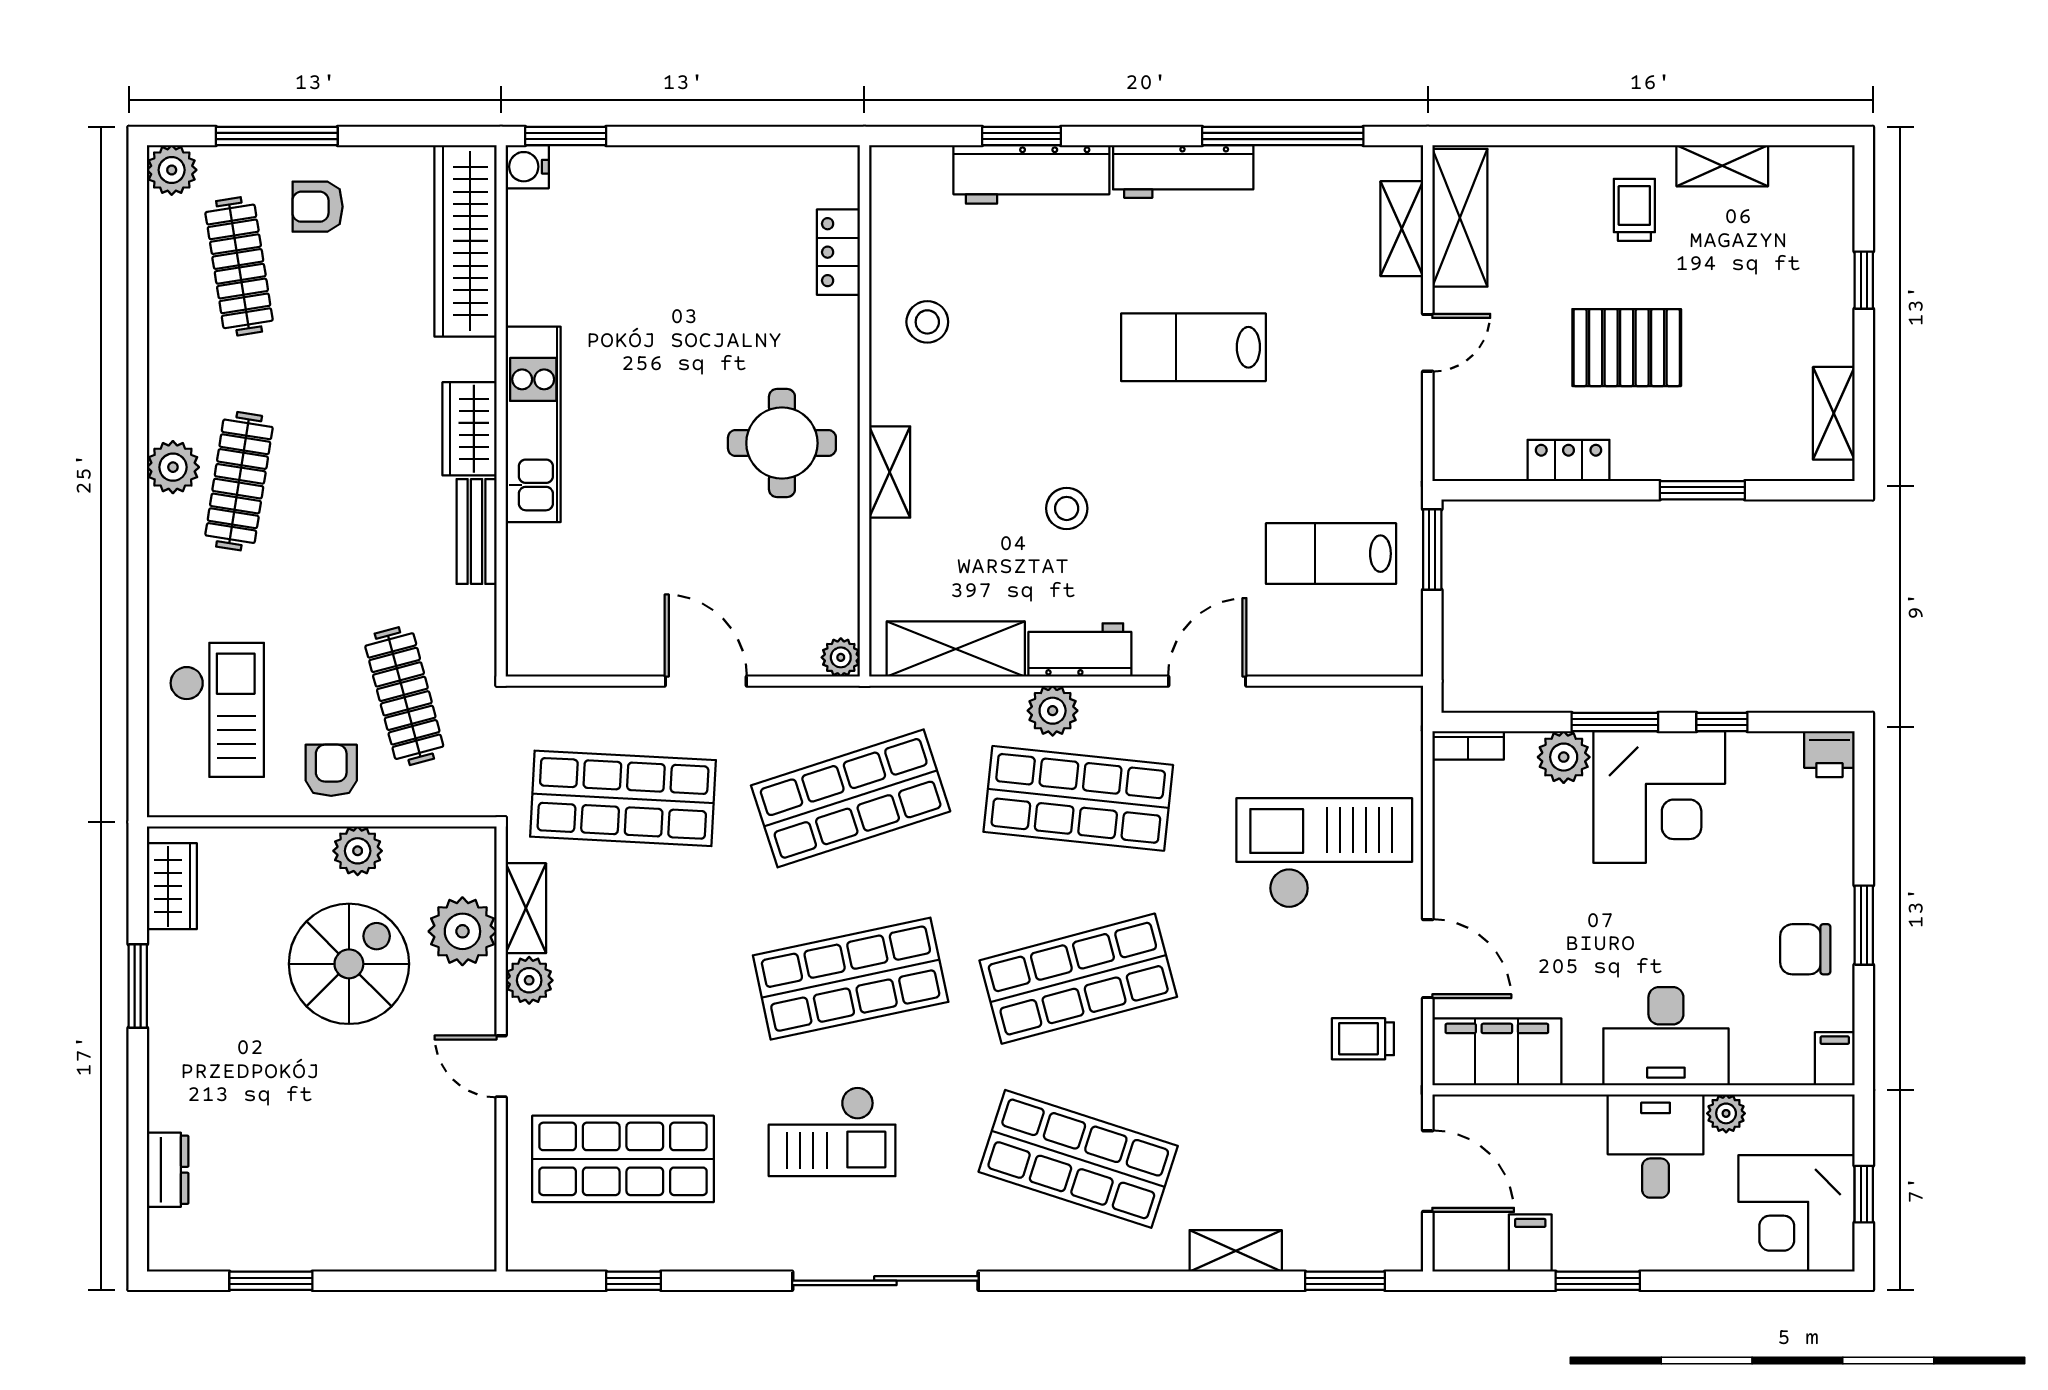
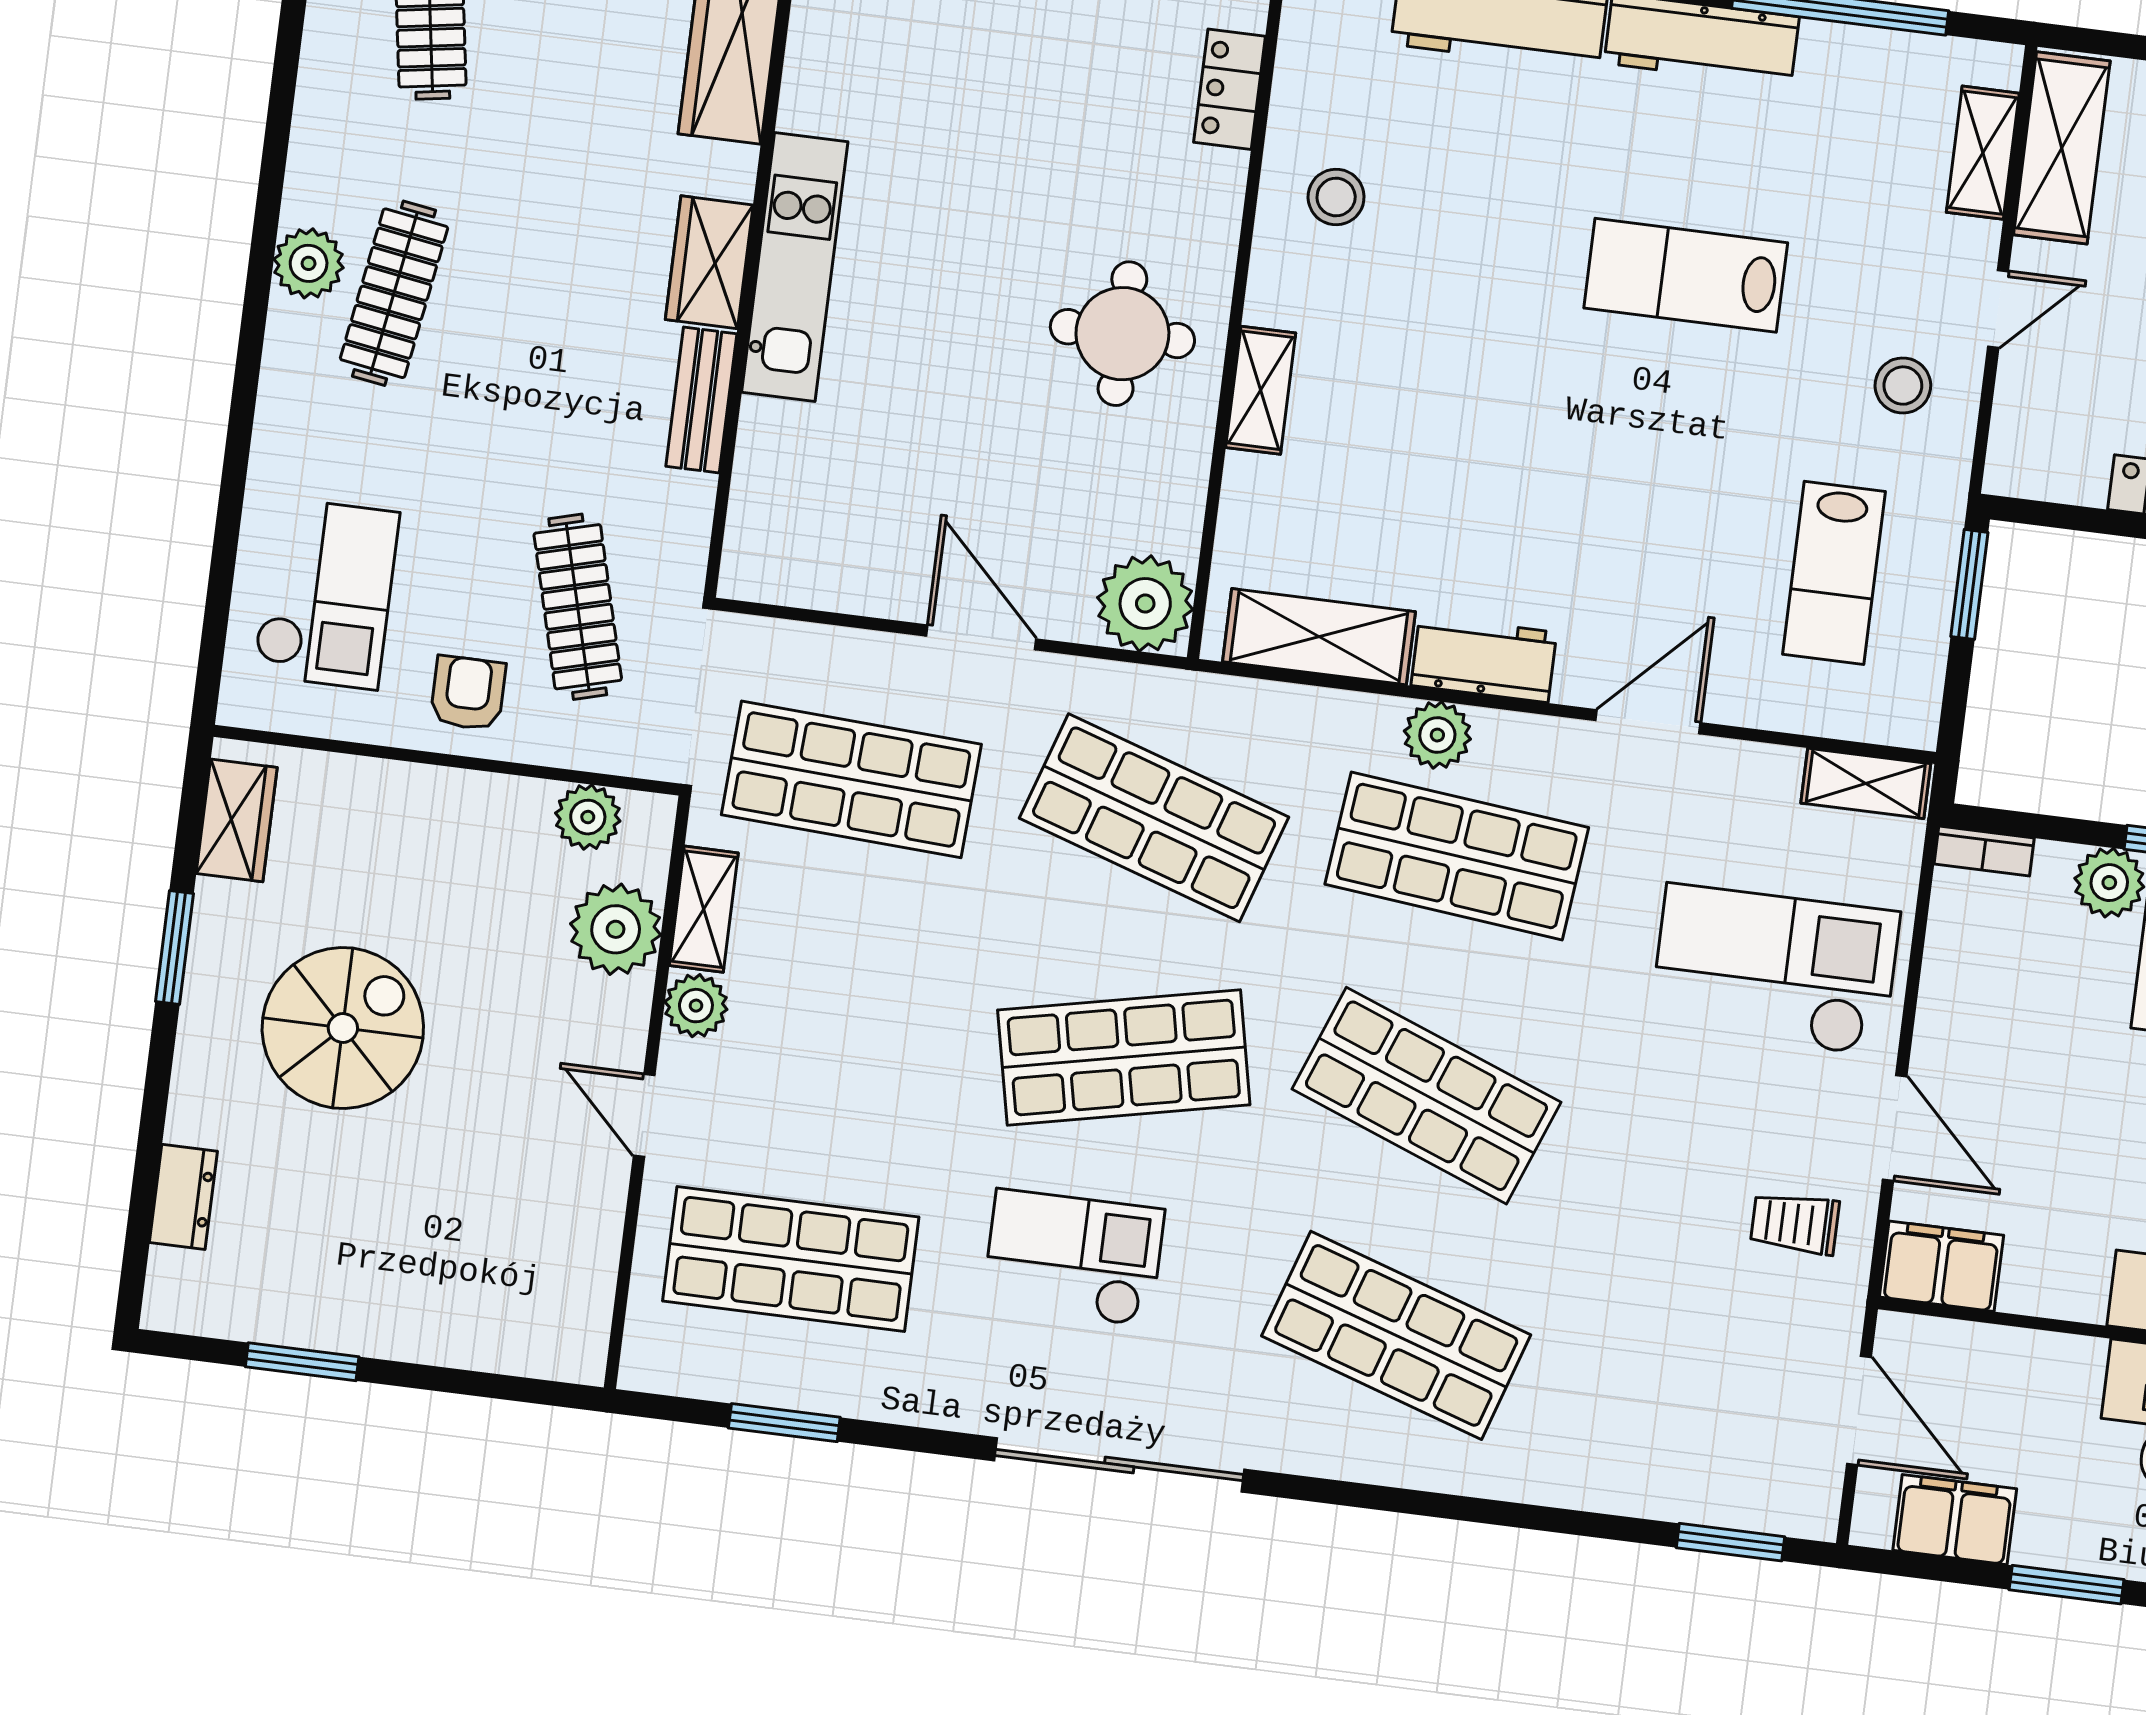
stool: (1067, 508) -> (1903, 386), moved
lab bench: (1331, 554) -> (1834, 573), turned -90
plant: (841, 657) -> (1145, 603), width x1.88, depth x1.88
shop shelf: (851, 798) -> (1154, 818), turned 36
plant: (358, 851) -> (588, 817), moved
spiral stairs: (349, 964) -> (343, 1028), moved
shop shelf: (1078, 979) -> (1426, 1096), turned 36
filing cabinet: (1497, 1052) -> (1941, 1266), width x0.67, depth x0.86
checkout: (832, 1132) -> (1073, 1258), turned 180
filing cabinet: (1530, 1243) -> (1955, 1520), width x2.00
shelving: (1236, 1251) -> (1866, 783), moved
window: (634, 1281) -> (784, 1423), width x1.50

